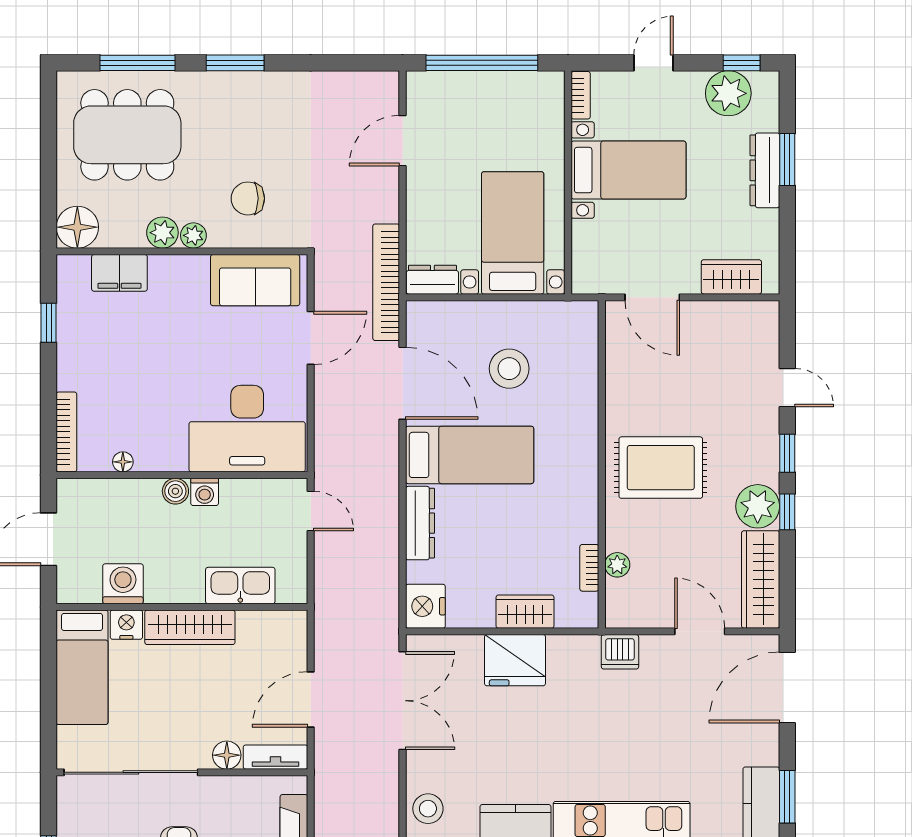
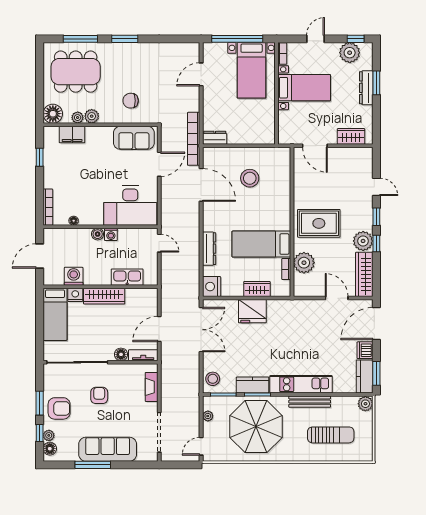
bed with nightstands: (513, 233) -> (252, 70), moved, turned 180
plant: (193, 235) -> (78, 118), moved
bed: (470, 455) -> (261, 244), moved, turned 180
plant: (617, 565) -> (304, 263), width x1.87, depth x1.87
dishwasher: (620, 652) -> (365, 350), moved, turned 90

